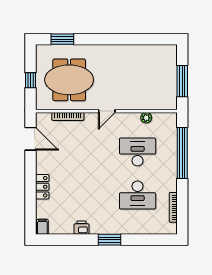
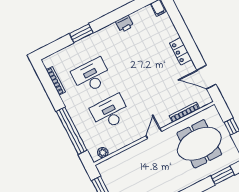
plant: (146, 118) -> (103, 153), moved
desk: (138, 152) -> (110, 112), turned 180
locker: (42, 187) -> (181, 51), moved
window: (110, 240) -> (81, 33), moved

